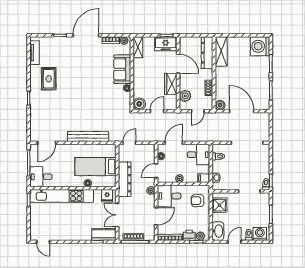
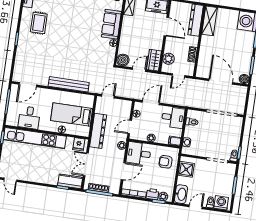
wardrobe: (171, 84) -> (154, 60), moved
boiler: (220, 105) -> (244, 79), moved
desk: (41, 177) -> (29, 118), moved, turned -90

